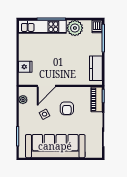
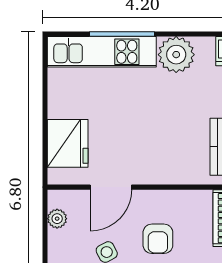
fridge: (25, 67) -> (68, 143), width x1.88, depth x1.34

